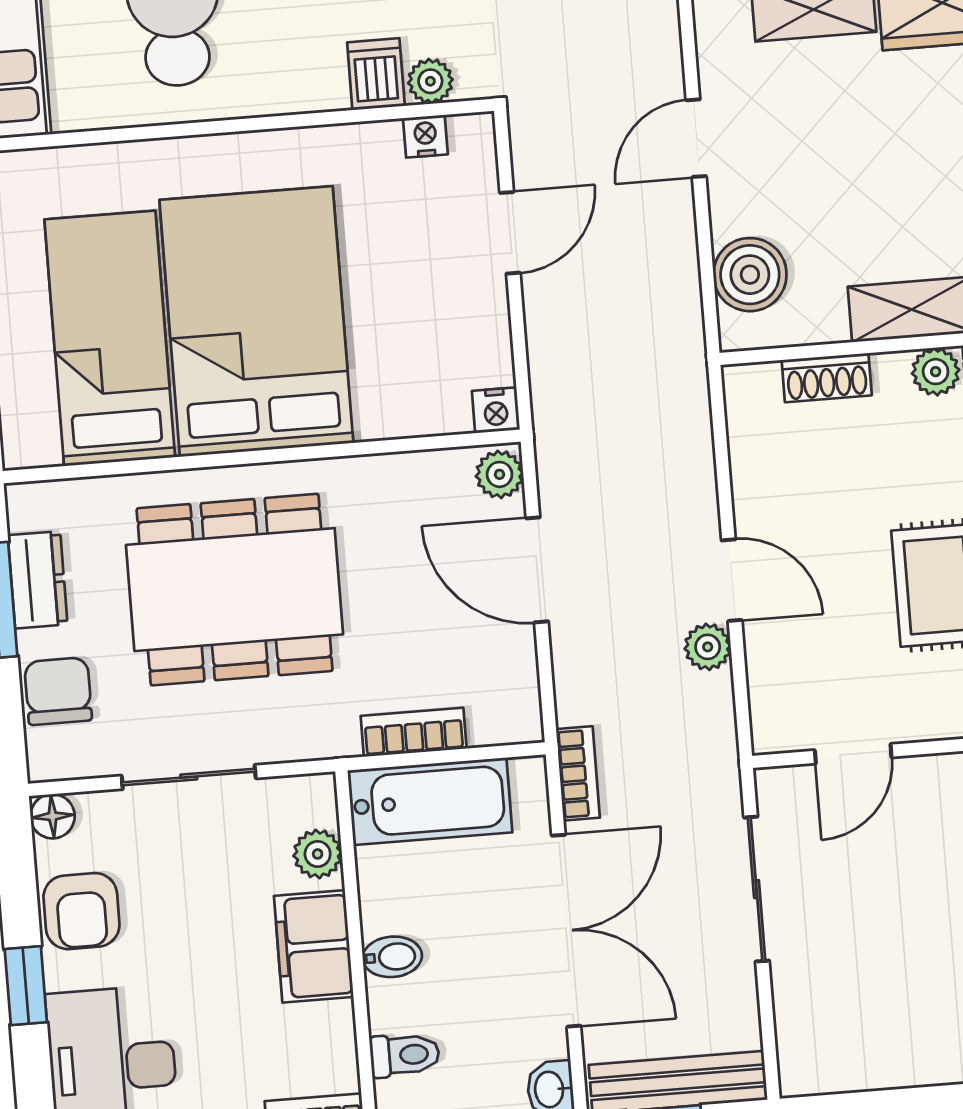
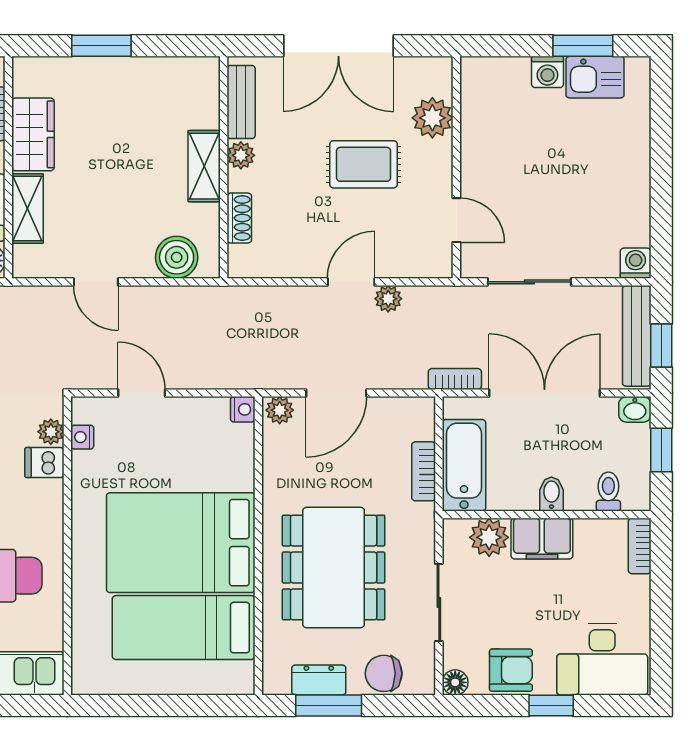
plant: (318, 854) -> (489, 537), width x1.38, depth x1.38
washing machine: (804, 1070) -> (636, 263), added

